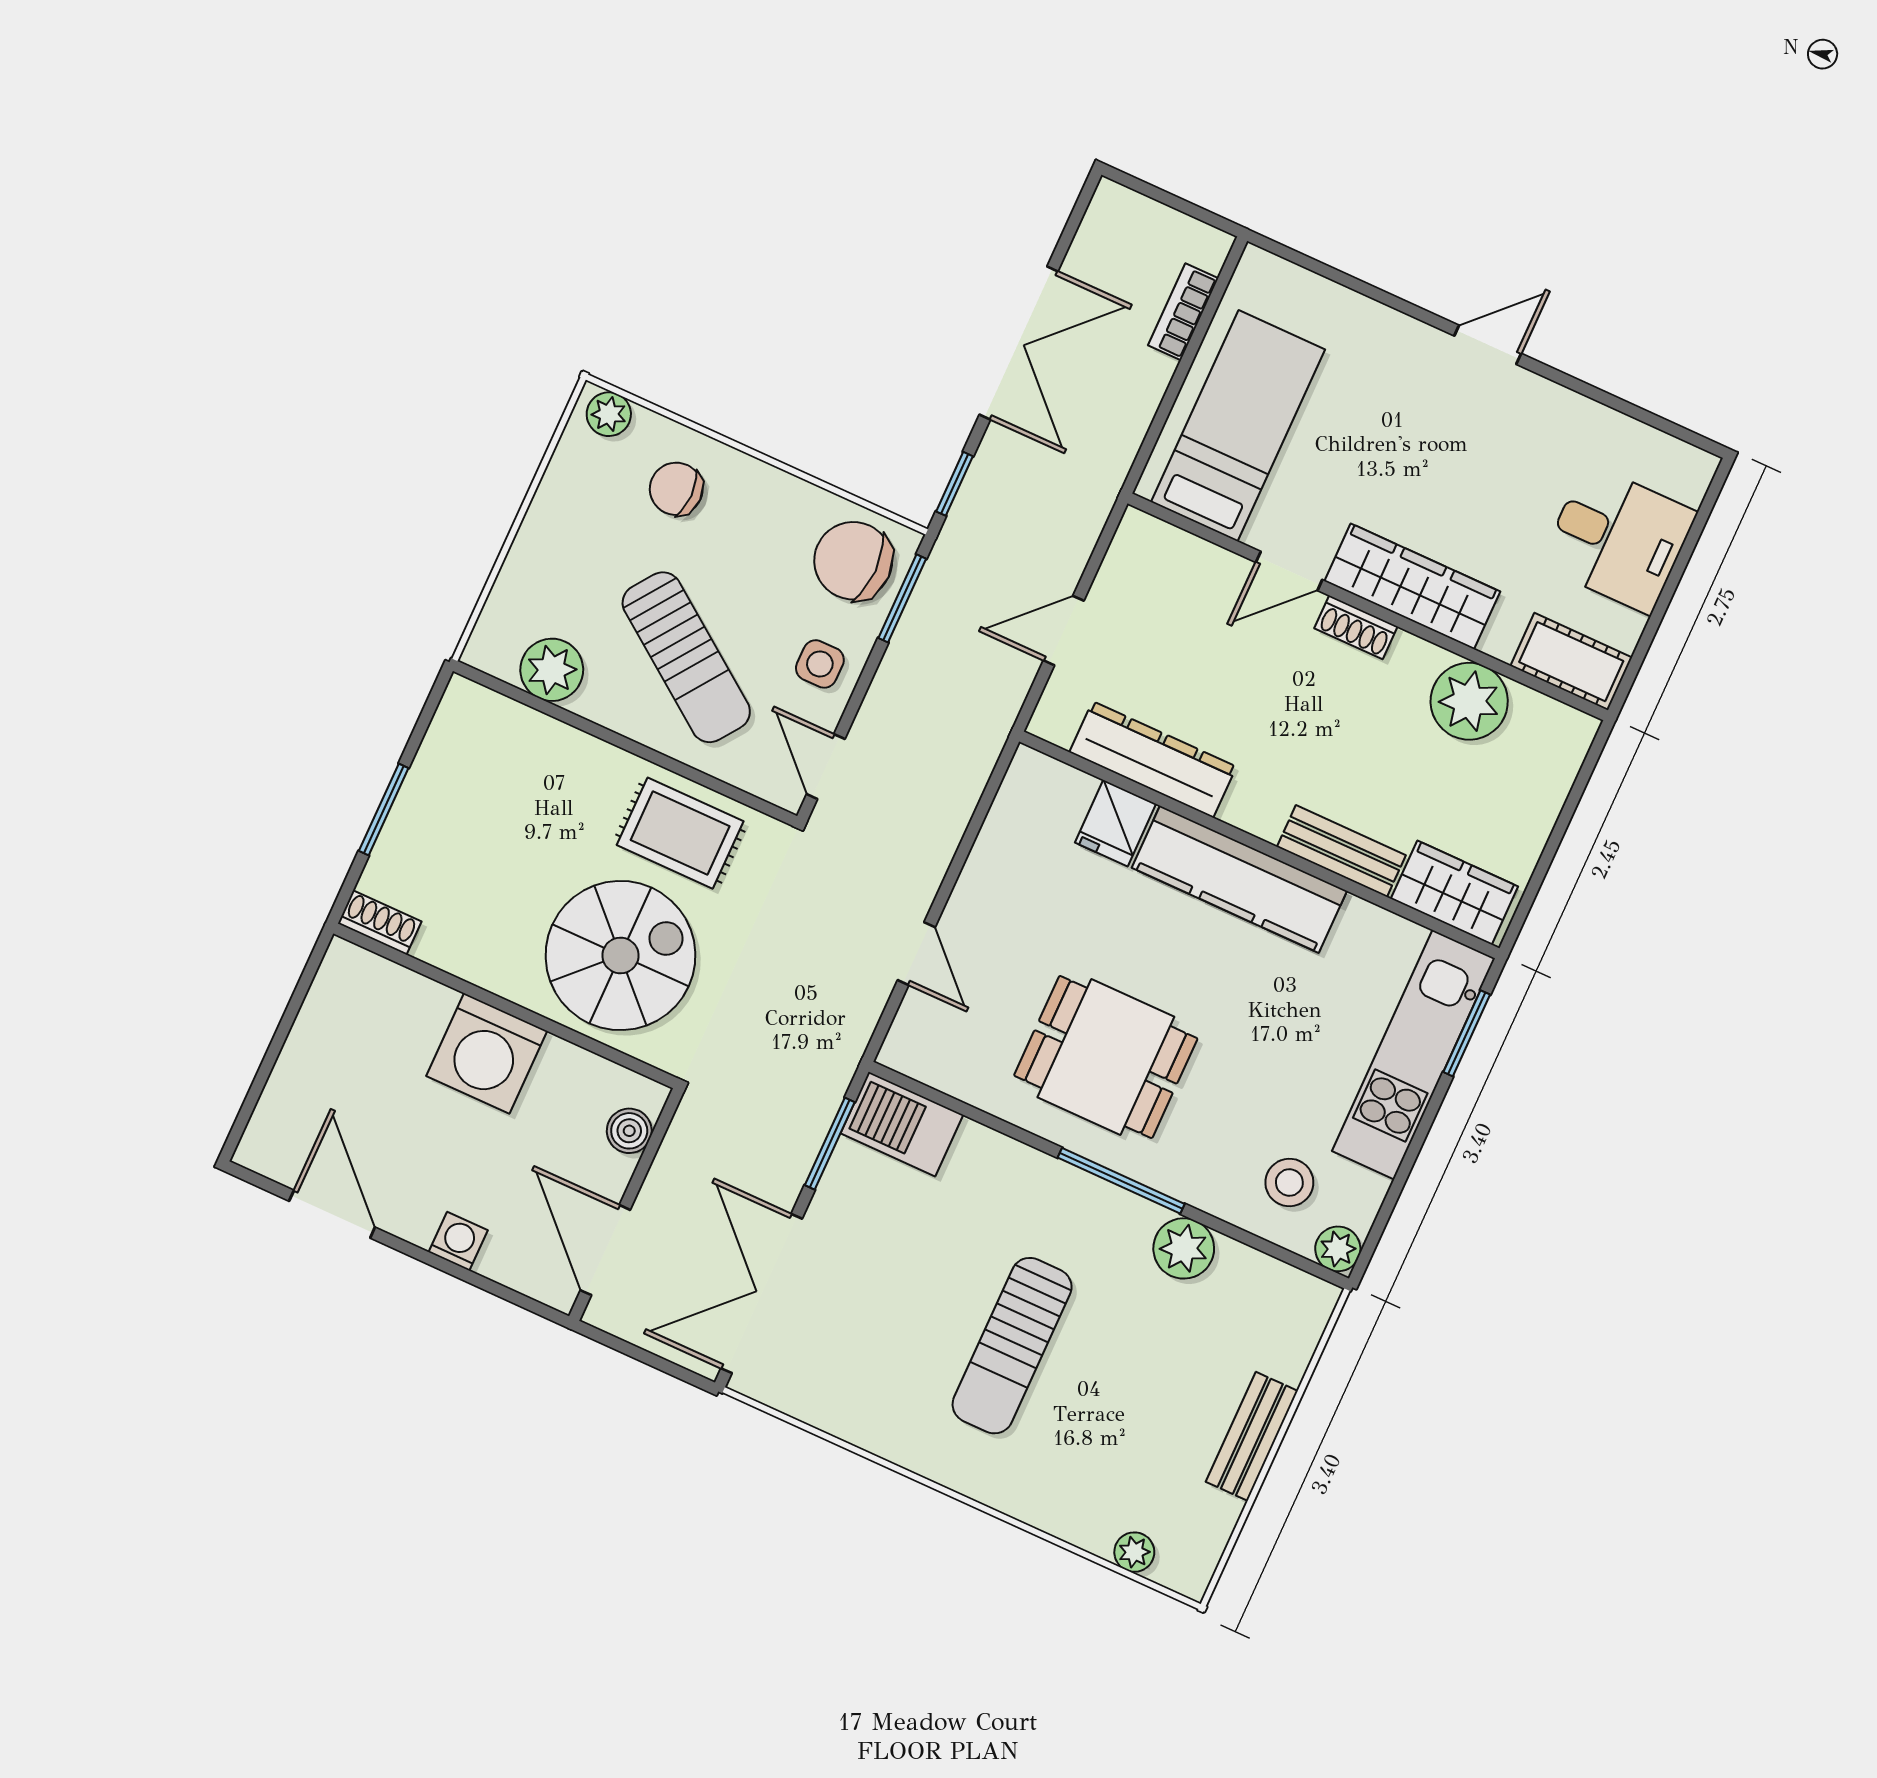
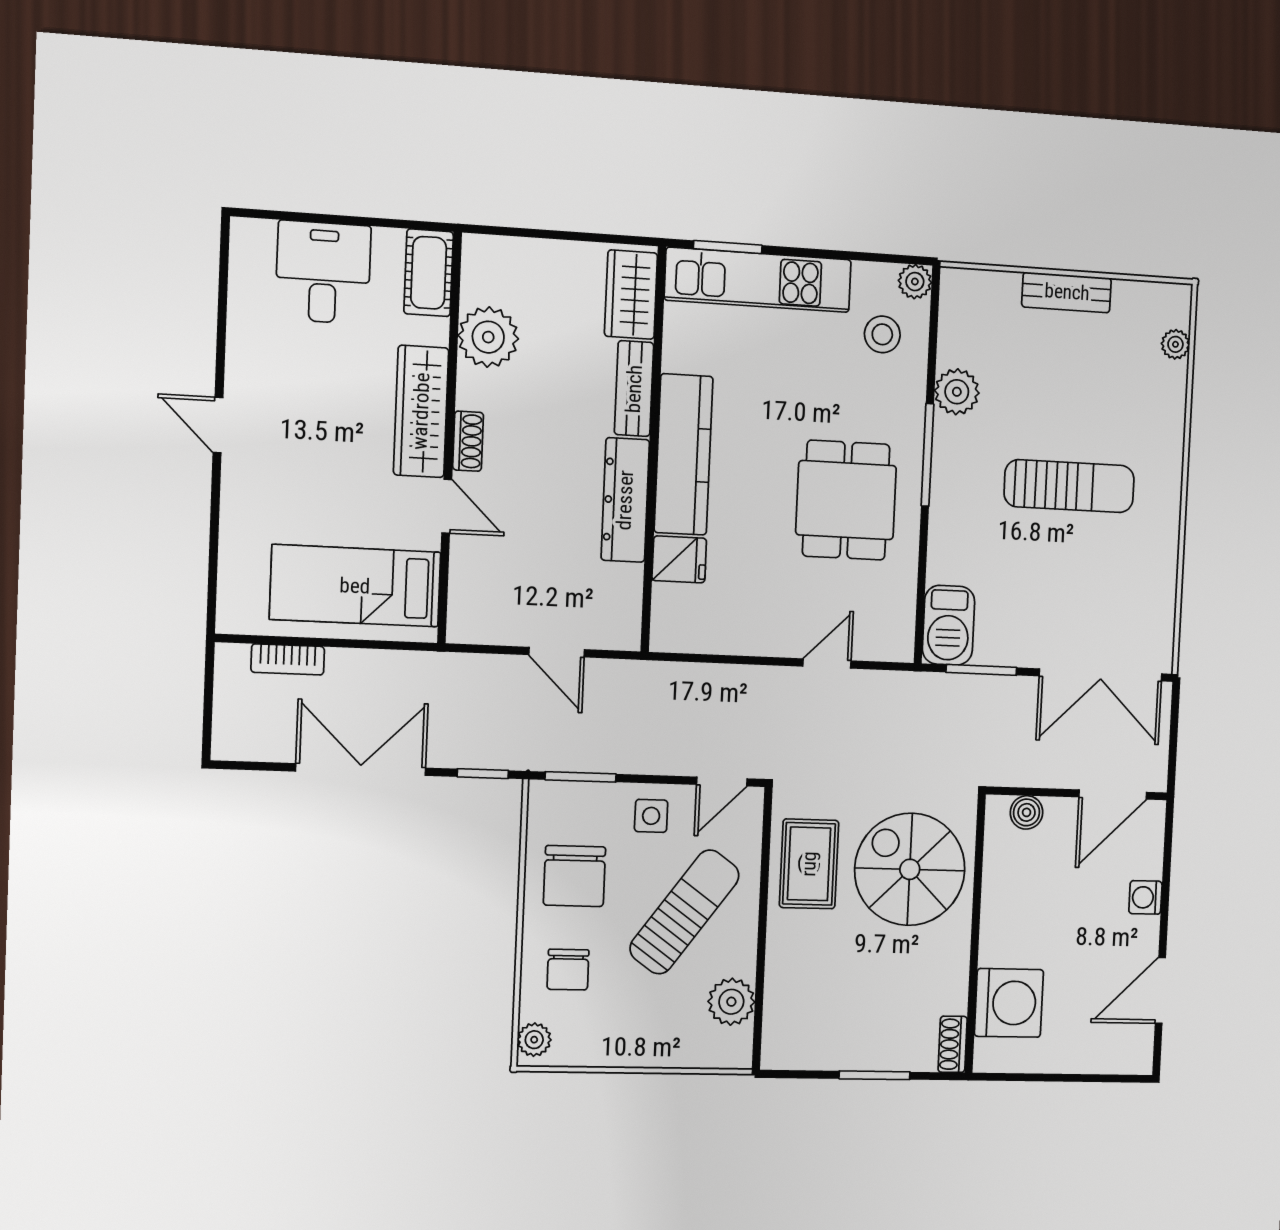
chair: (853, 561) -> (574, 876), moved
dresser: (1153, 759) -> (625, 500), moved
washing machine: (487, 1053) -> (1009, 1003), moved

